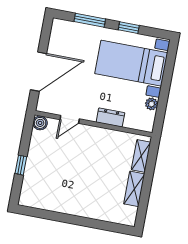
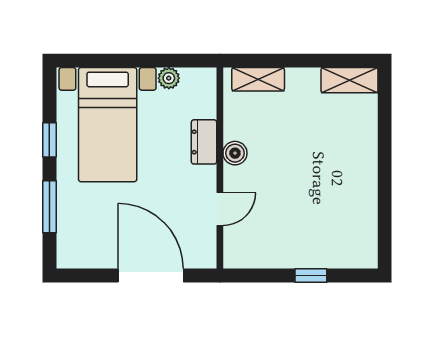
door: (70, 119) -> (220, 209), hinge flipped
boiler: (40, 123) -> (235, 153), moved
shelving: (134, 189) -> (349, 80), moved

